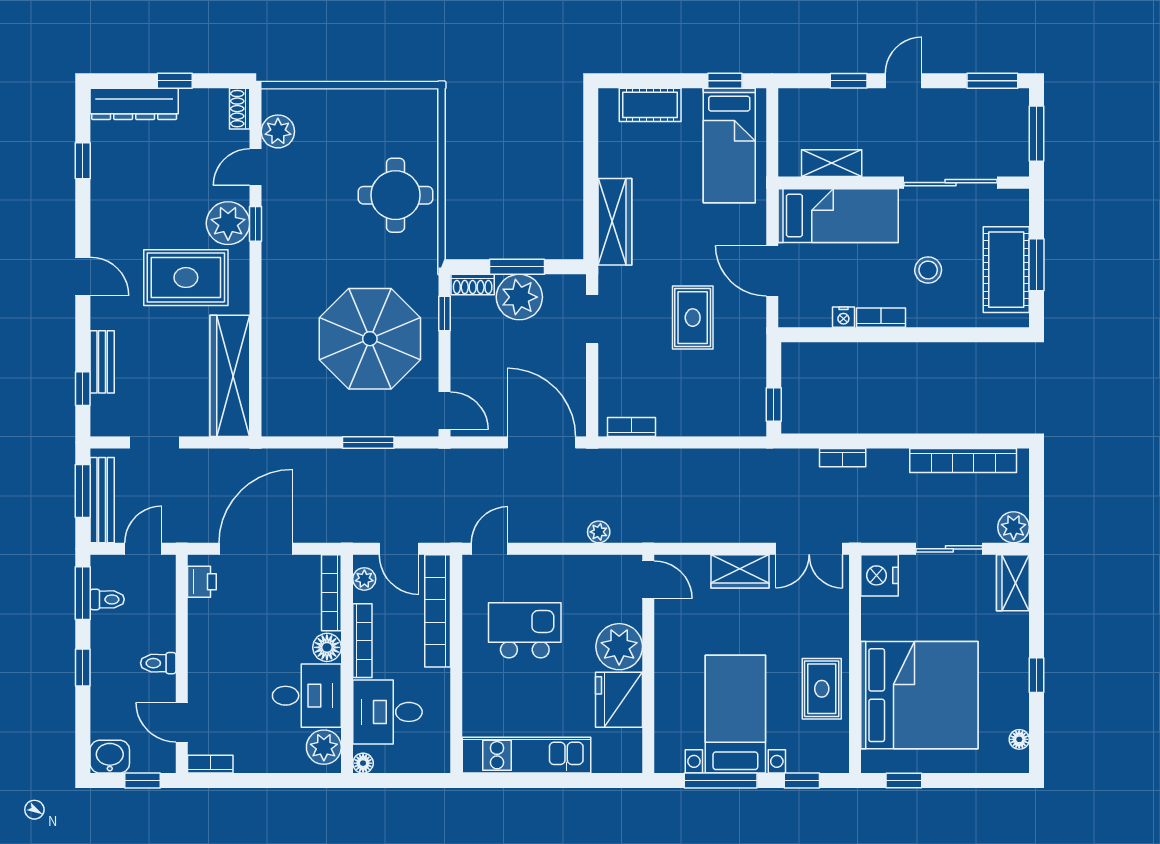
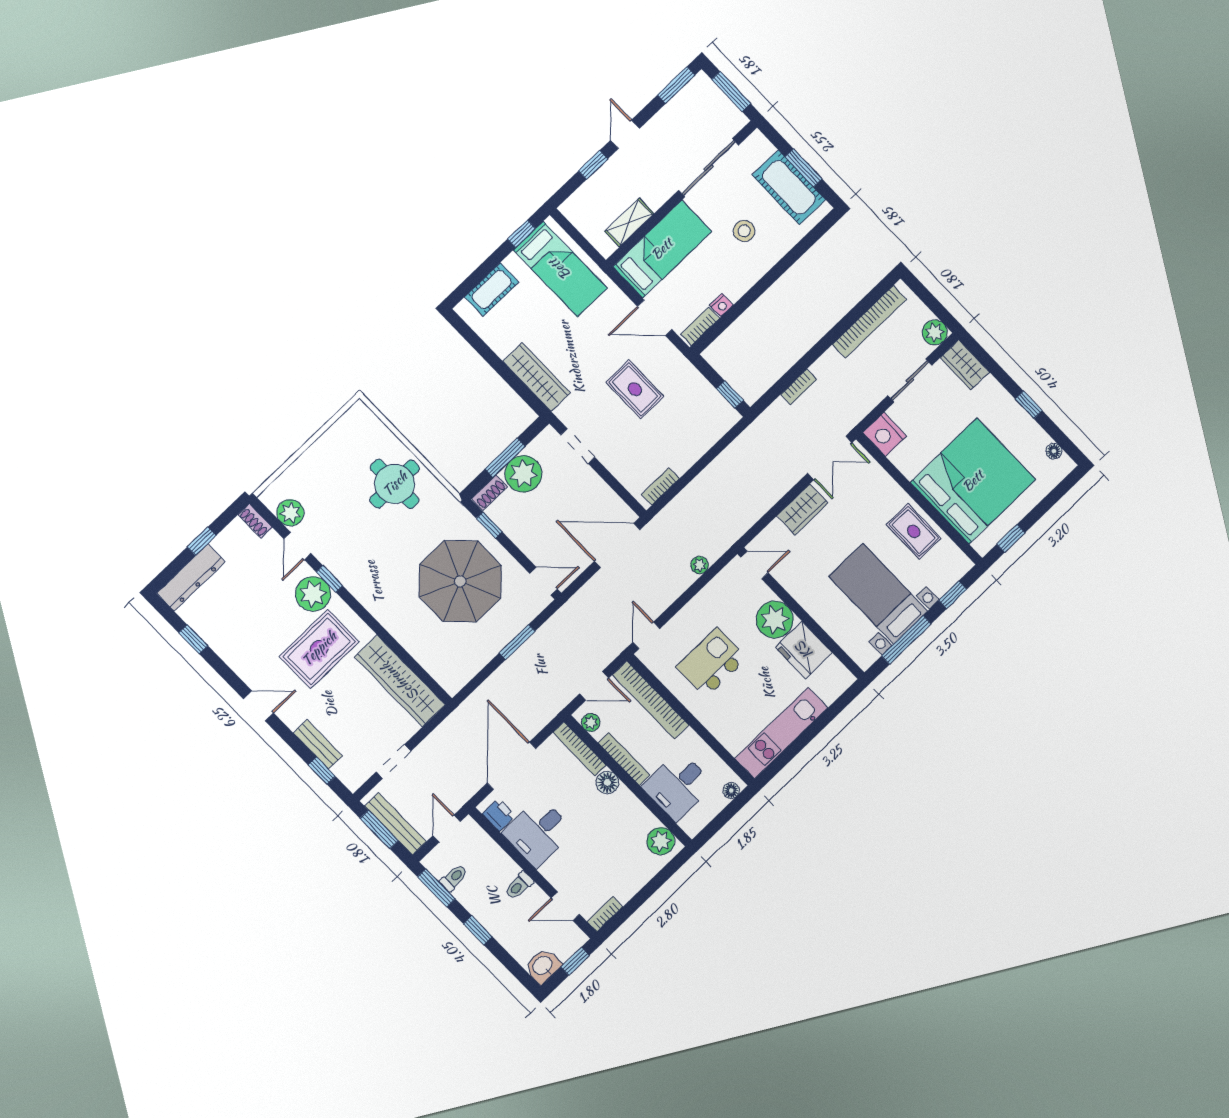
bookcase: (881, 318) -> (700, 326), moved
desk: (307, 696) -> (538, 832), moved, turned 180
floor lamp: (363, 763) -> (731, 791), moved

